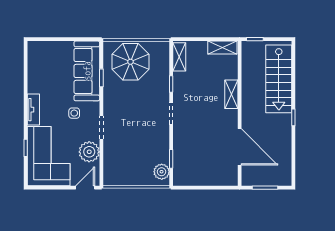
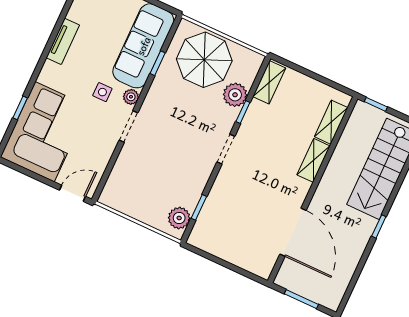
shelving: (222, 47) -> (331, 122), moved, turned 90
plant: (161, 75) -> (235, 95), added
tv unit: (33, 110) -> (63, 41), moved
plant: (89, 152) -> (131, 97), moved, width x0.53, depth x0.53

